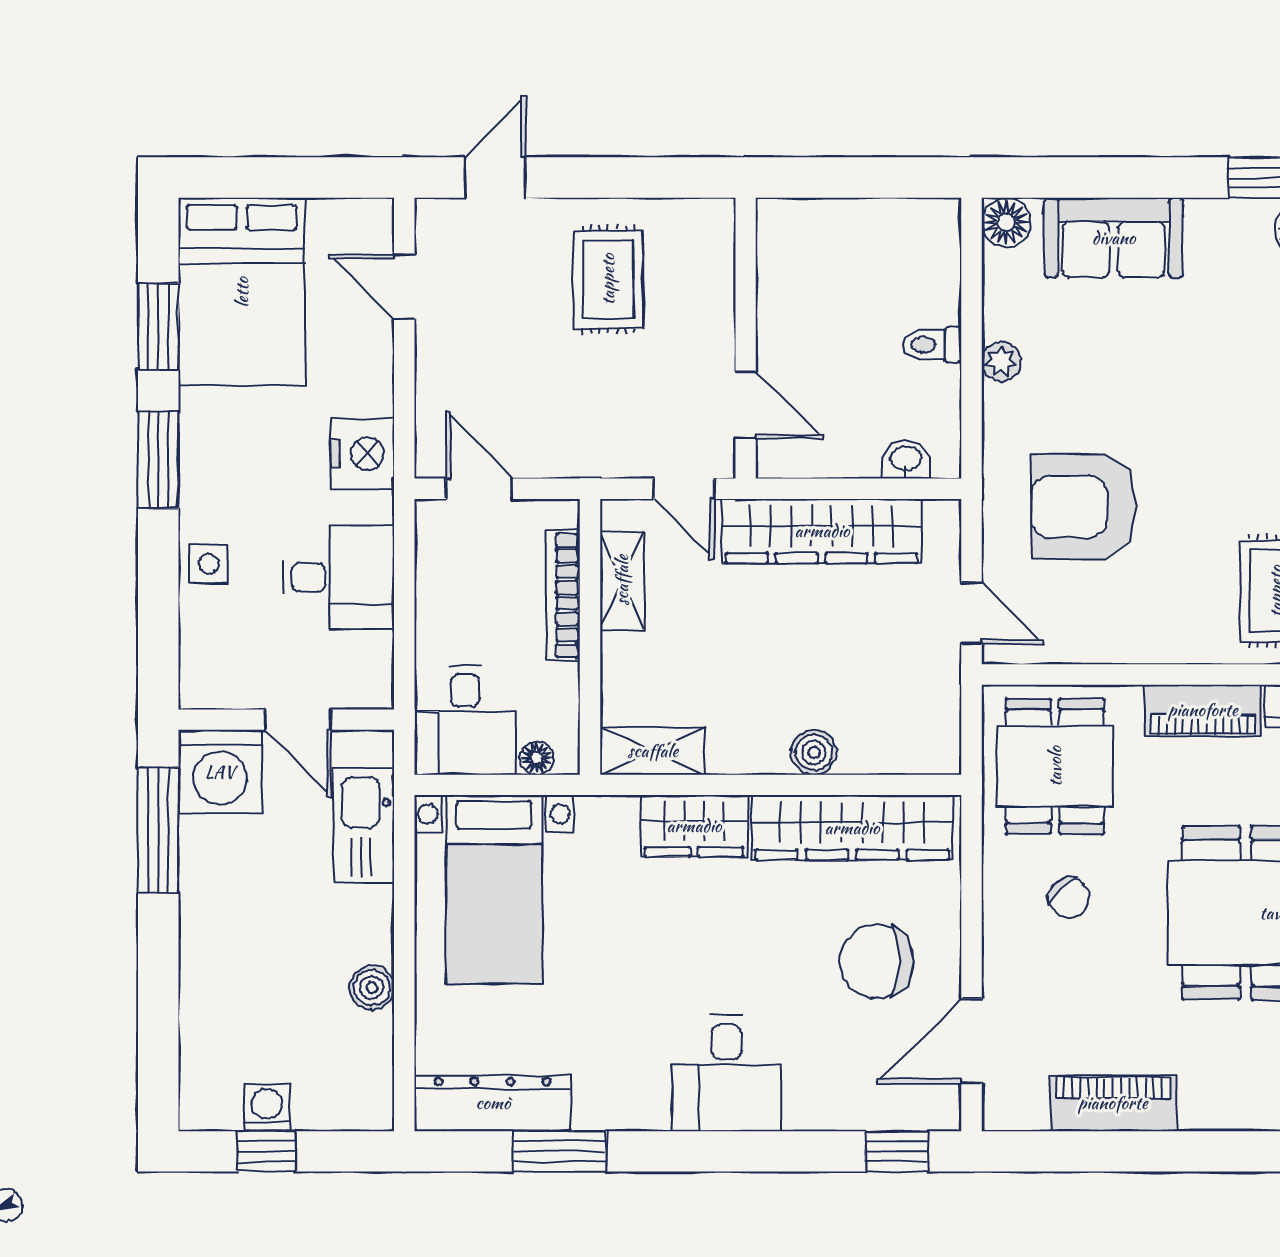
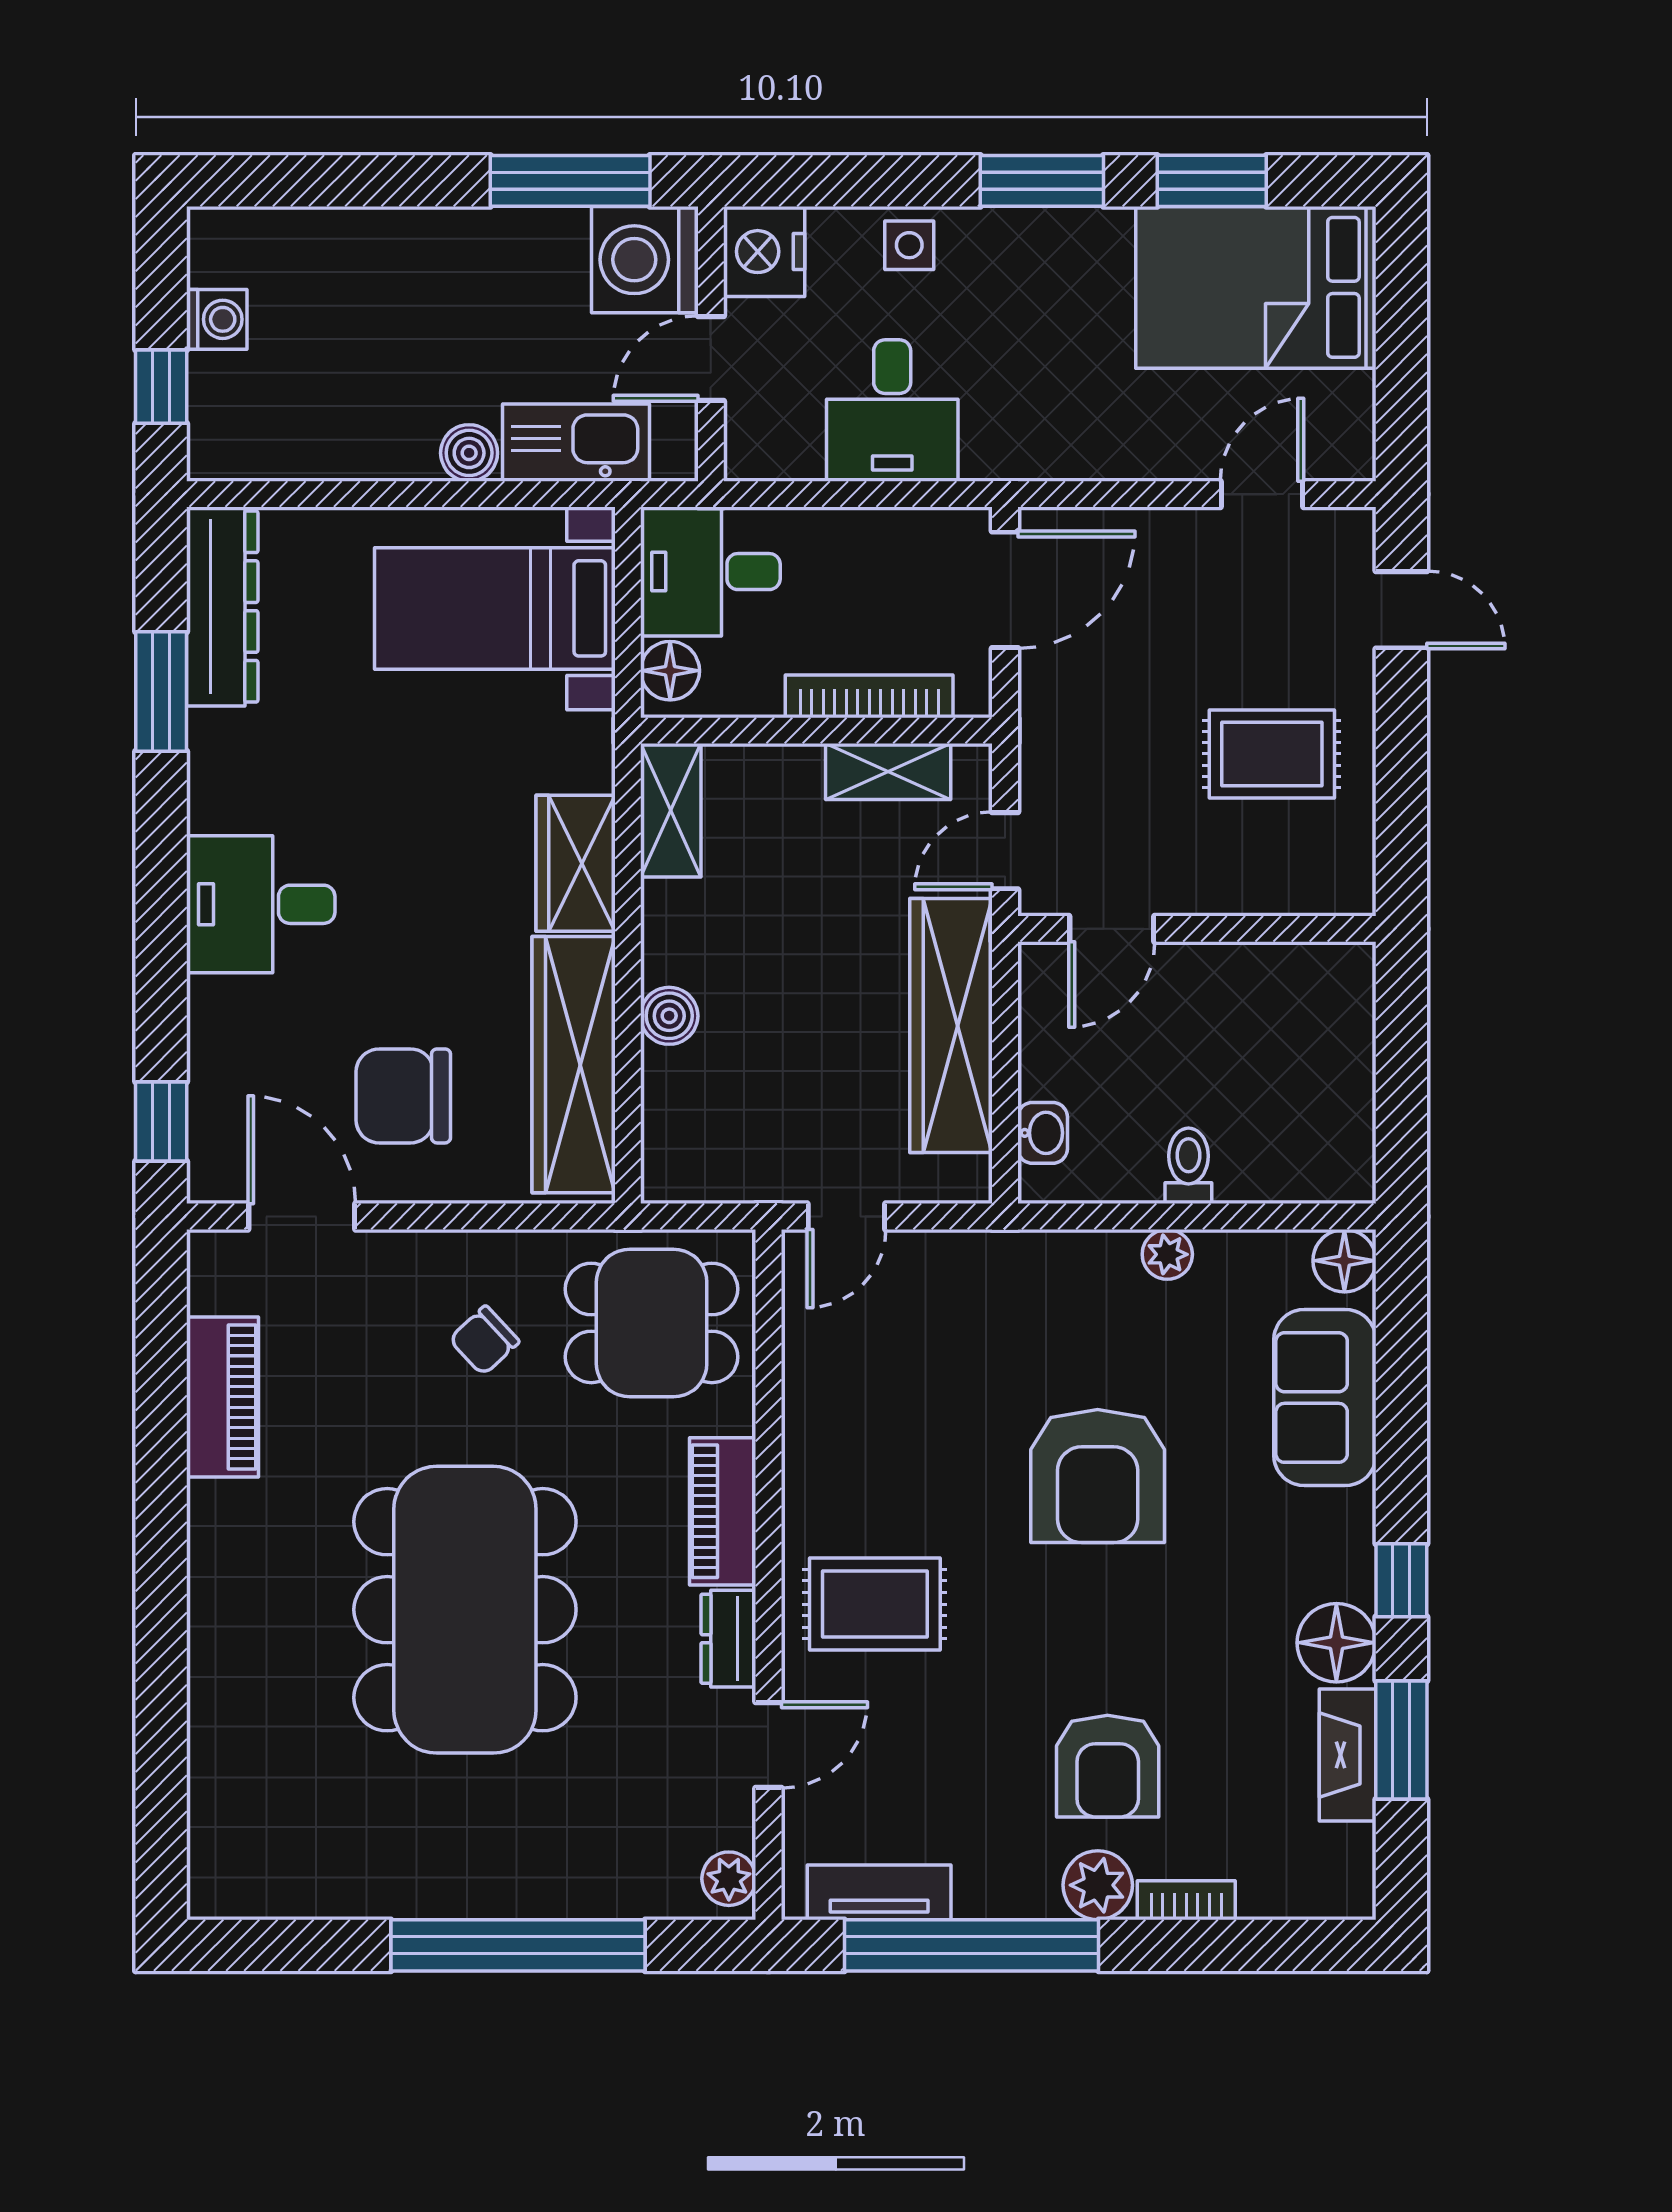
nightstand: (362, 454) -> (764, 252), moved, turned 90
door: (479, 489) -> (1005, 590), width x1.38
armchair: (1084, 507) -> (1098, 1476), moved, turned 180
floor lamp: (537, 758) -> (670, 671), width x1.37, depth x1.37
chair: (877, 961) -> (403, 1096), turned -90
boiler: (372, 988) -> (469, 453), moved
window: (267, 1151) -> (161, 387), moved

